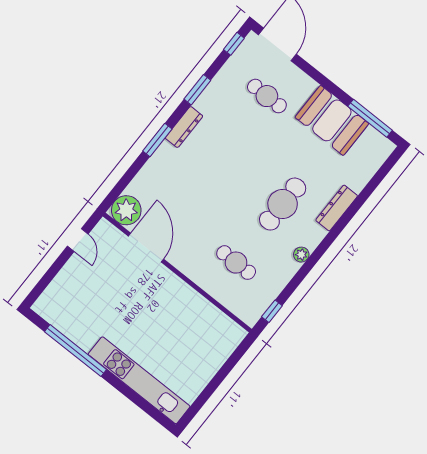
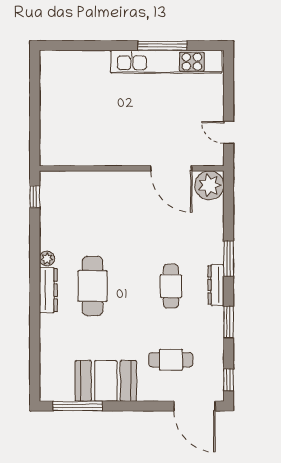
dresser: (337, 208) -> (48, 290), moved
cafe table: (236, 263) -> (171, 286), moved, turned 90
window: (75, 351) -> (162, 46), width x0.68
kitchen unit: (139, 380) -> (166, 62), moved

